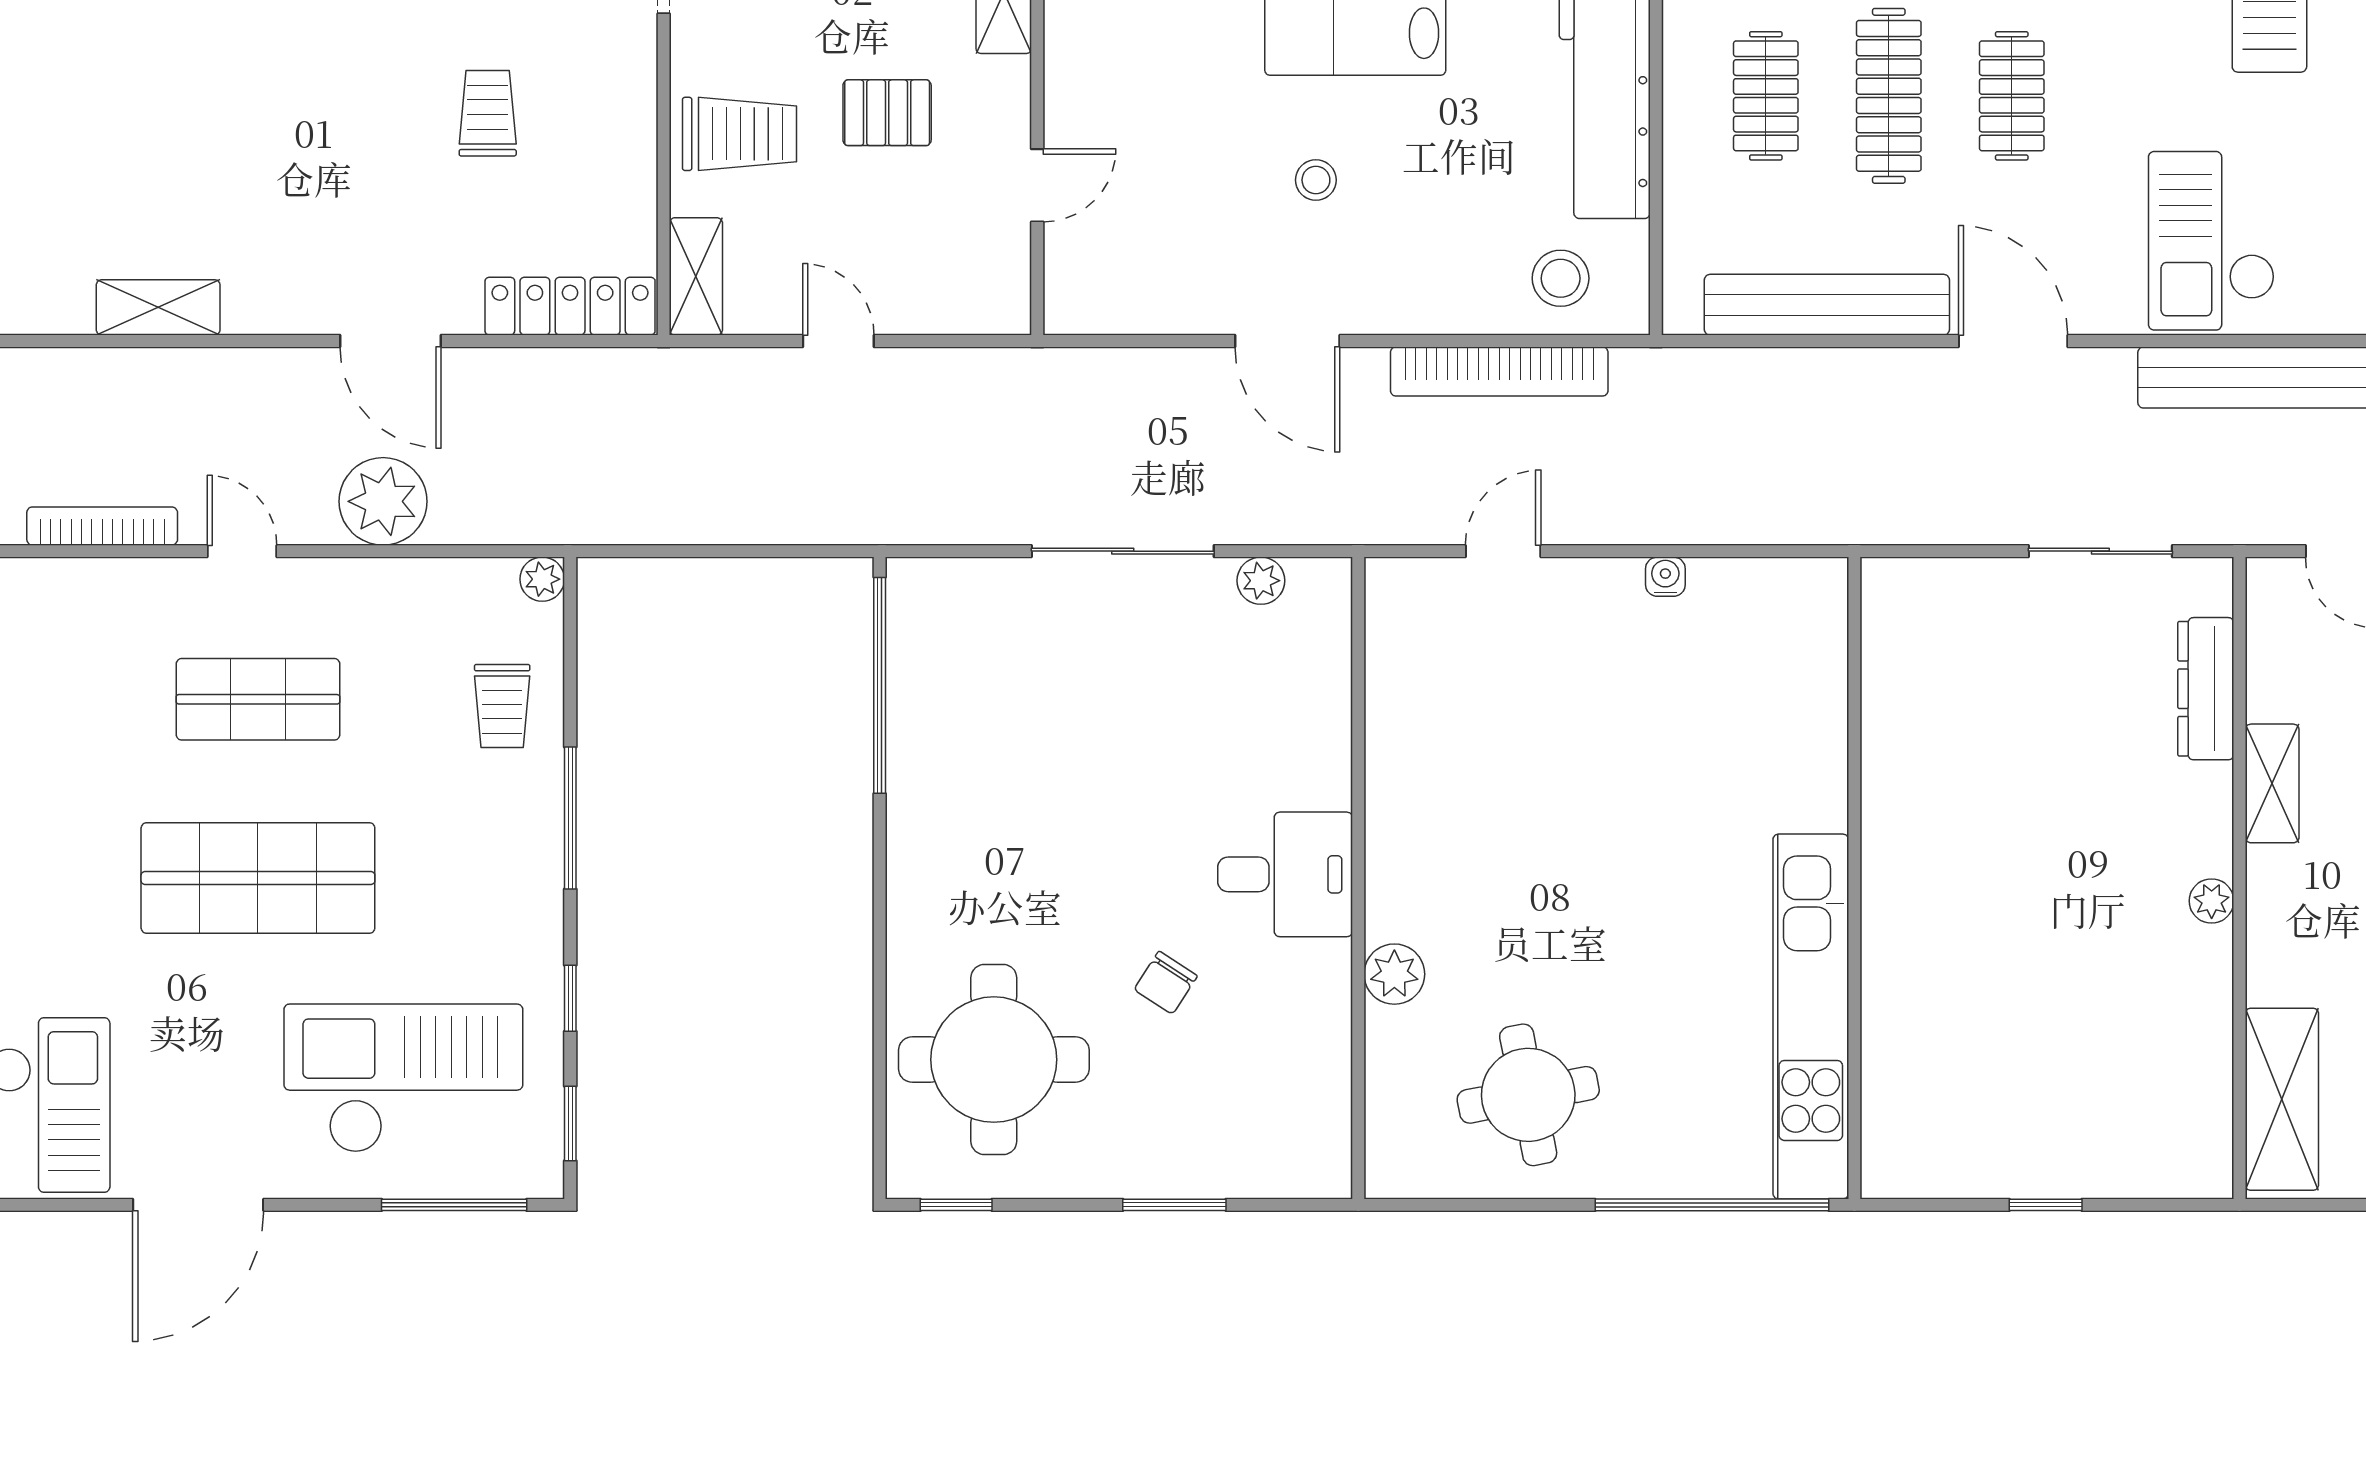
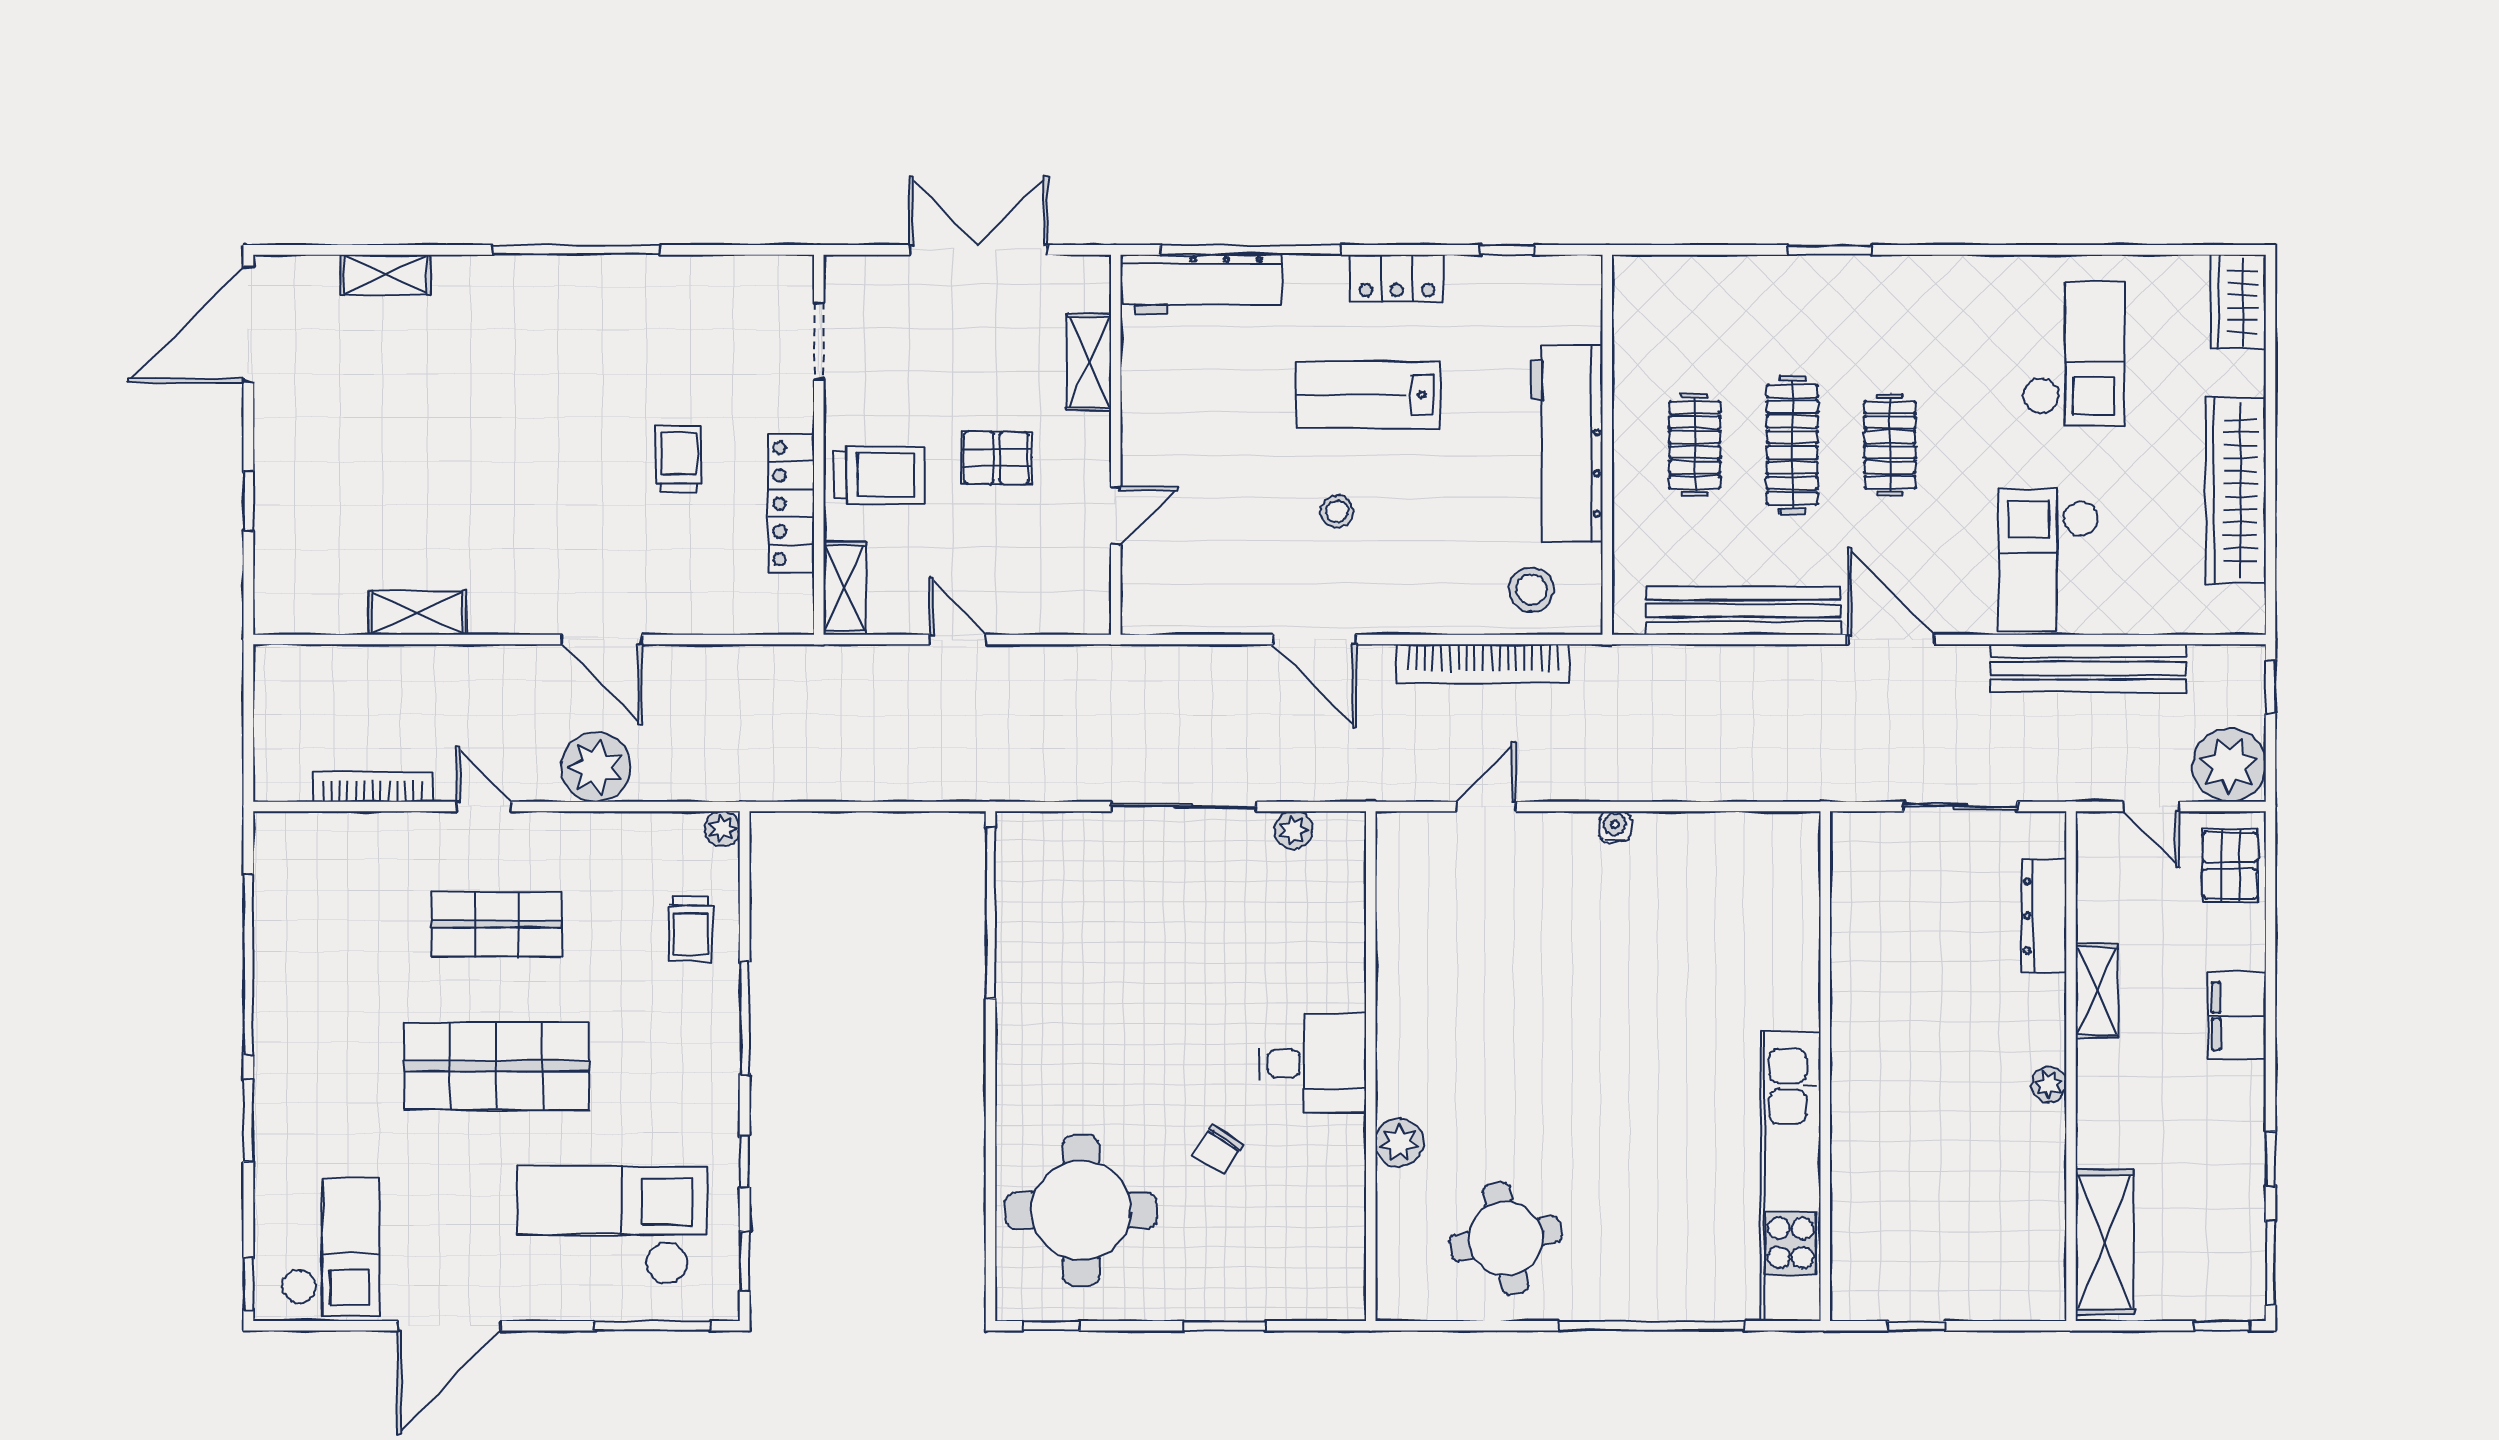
locker: (570, 306) -> (791, 504), moved, turned -90
wall: (1854, 878) -> (1825, 1066), moved
kitchen unit: (1811, 1016) -> (1791, 1176), moved

